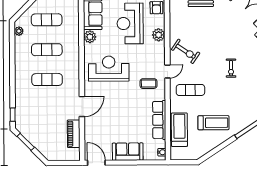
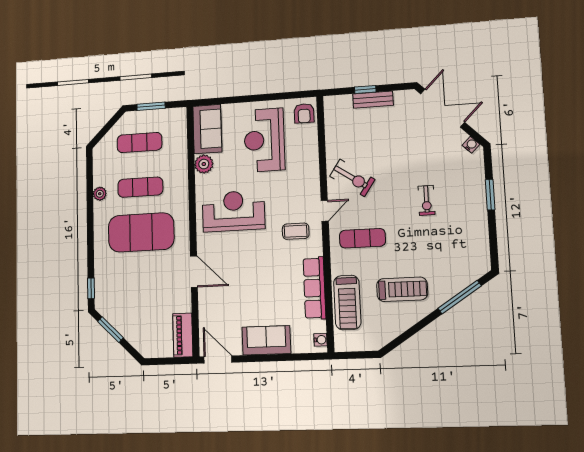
plant: (19, 31) -> (100, 194), moved
plant: (159, 35) -> (309, 155), removed
exercise mat: (47, 80) -> (141, 232), width x2.00, depth x1.45
door: (82, 107) -> (194, 272), hinge flipped
treadmill: (179, 130) -> (347, 303), turned 180
piano: (74, 134) -> (183, 335), moved

